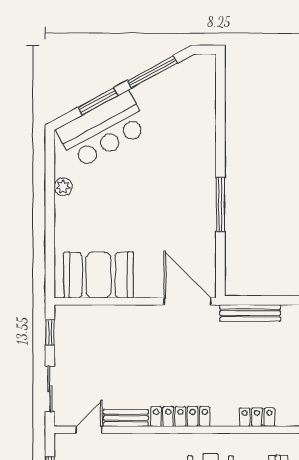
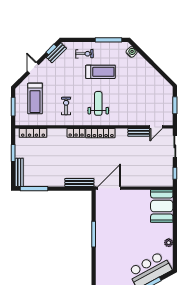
booth: (99, 275) -> (162, 206), moved, turned 90
door: (188, 301) -> (109, 188), swing flipped
locker: (180, 417) -> (100, 133), moved

